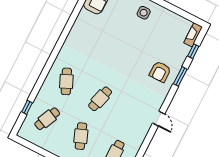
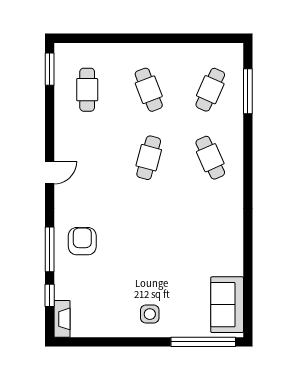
window: (180, 76) -> (50, 249), width x1.44
window: (27, 107) -> (248, 91), width x2.17
door: (159, 119) -> (50, 173), swing flipped

